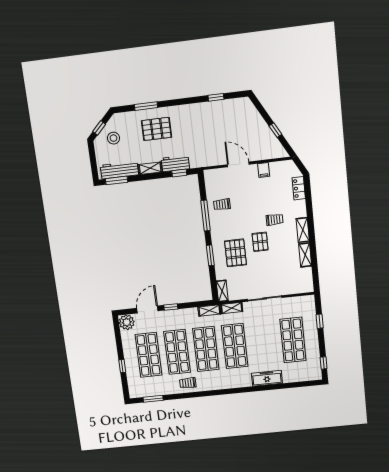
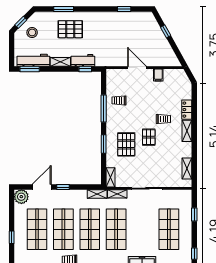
window: (275, 130) -> (166, 31), moved
locker: (299, 188) -> (187, 110), moved
shelving: (305, 255) -> (187, 169), moved

